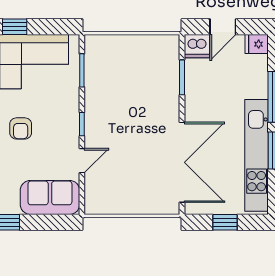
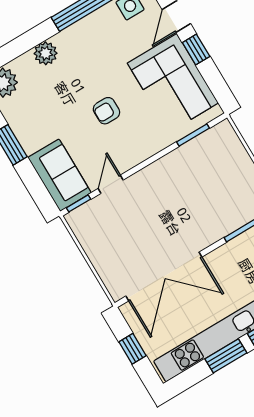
window: (82, 124) -> (78, 203), moved
door: (82, 161) -> (111, 184), swing flipped

